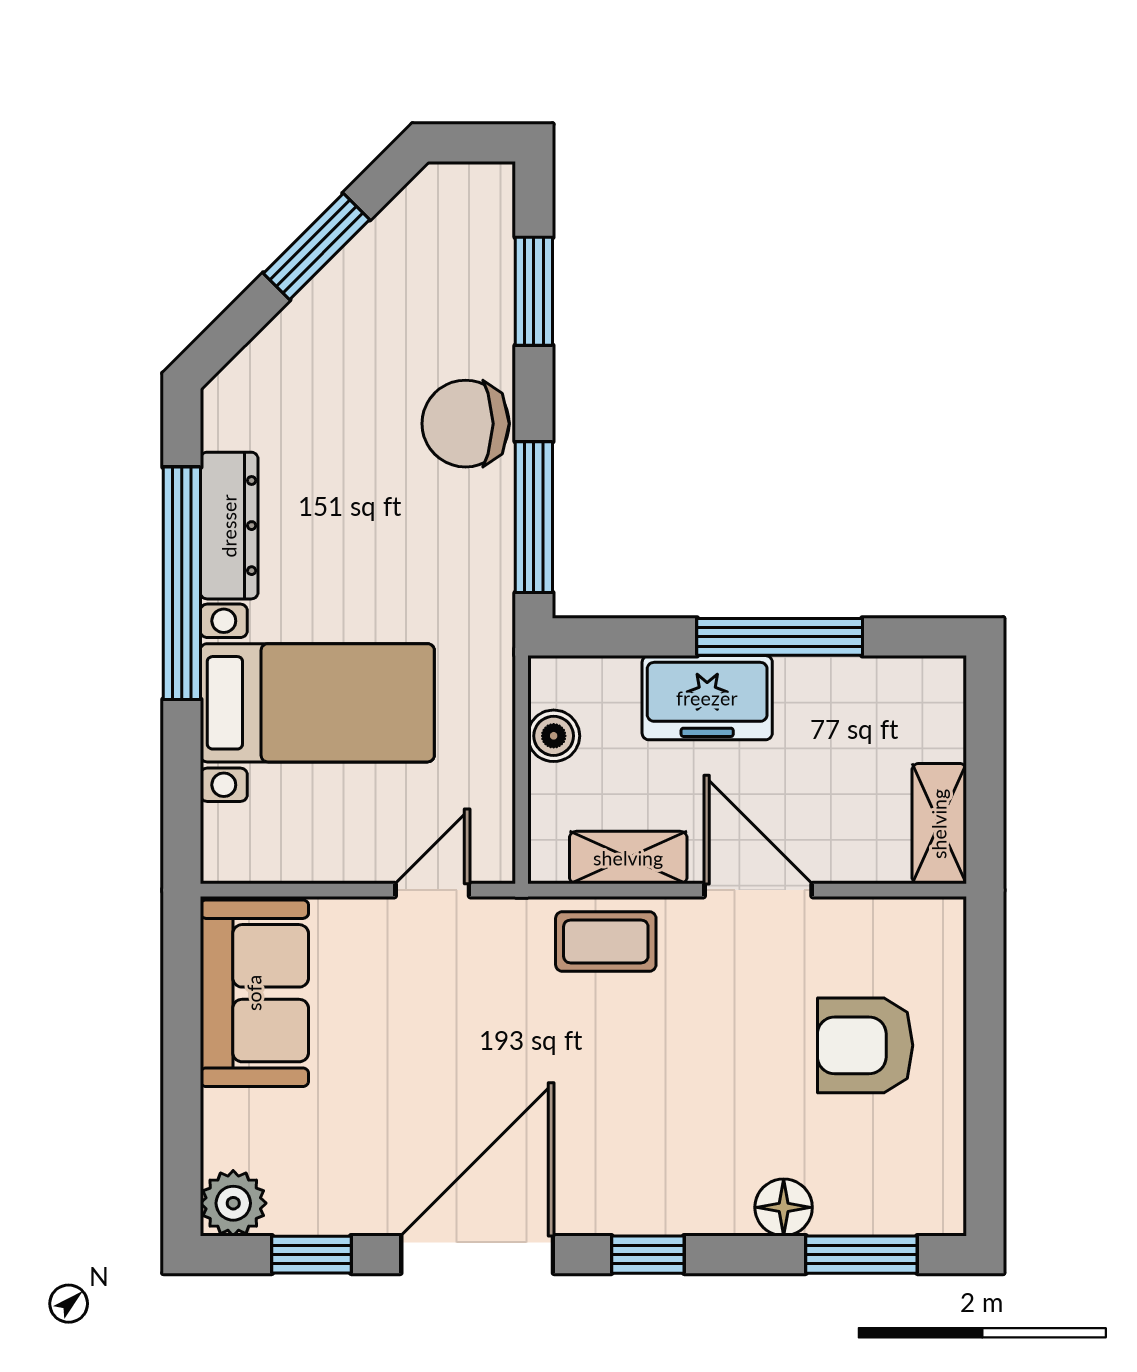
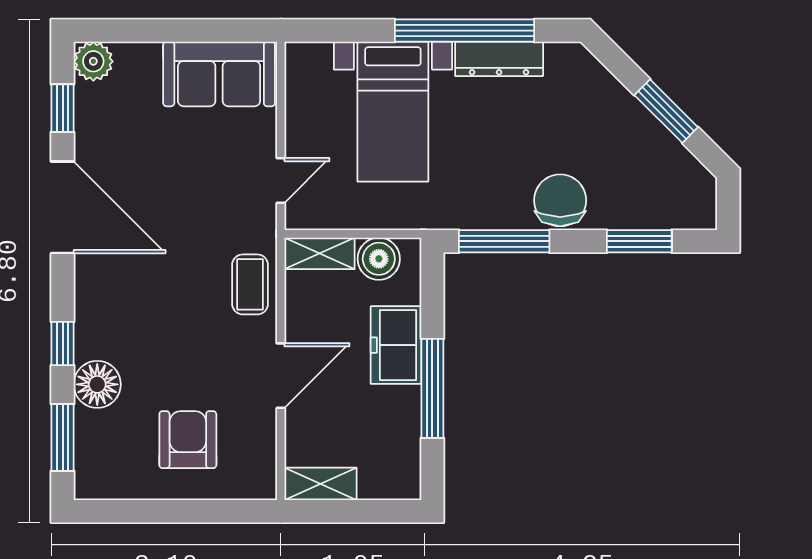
boiler: (554, 736) -> (379, 259), width x1.36, depth x1.36
shelving: (628, 858) -> (320, 253), moved, turned 90
door: (432, 890) -> (281, 181), hinge flipped
floor lamp: (784, 1207) -> (97, 384), width x1.38, depth x1.38
window: (648, 1255) -> (63, 343), moved

